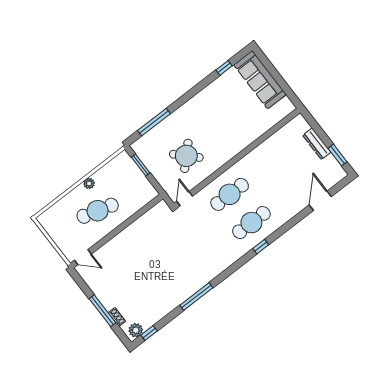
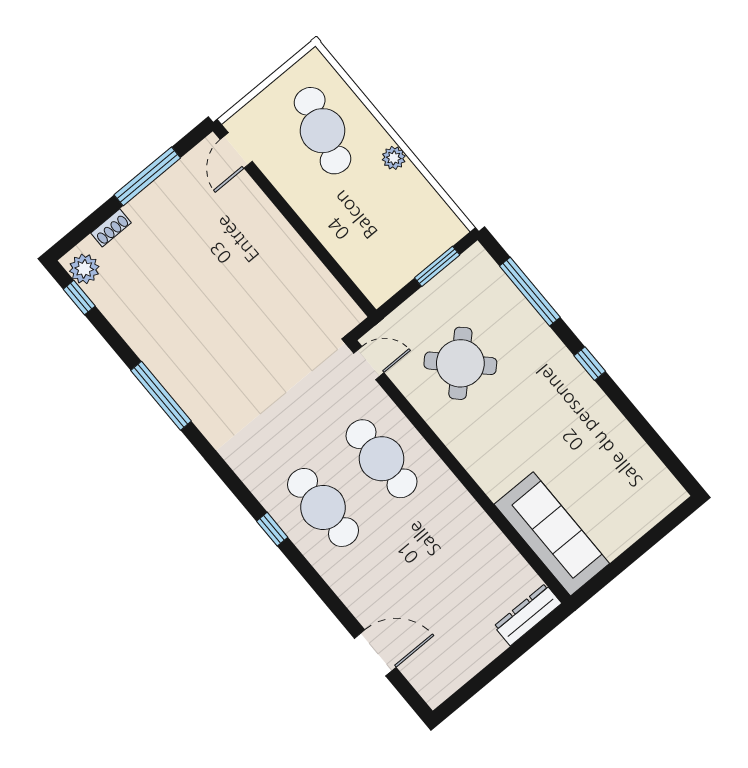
window: (224, 68) -> (590, 364), moved
sofa: (260, 80) -> (552, 534), moved, turned 90
dresser: (317, 144) -> (528, 615), moved
window: (338, 155) -> (474, 686), removed
cafe table: (98, 211) -> (323, 131), moved
window: (103, 311) -> (147, 176), moved

